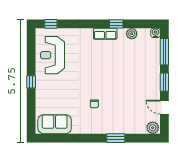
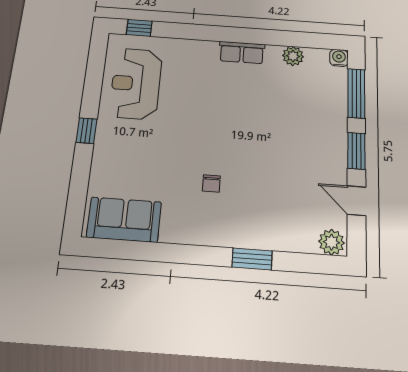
window: (116, 24) -> (264, 37), removed

